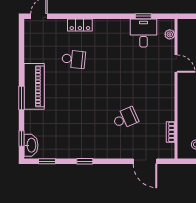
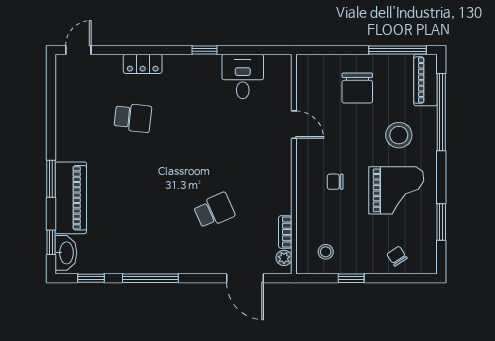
window: (143, 16) -> (205, 50), moved
plant: (170, 34) -> (284, 258), moved
piano: (34, 86) -> (71, 198), moved
window: (85, 161) -> (150, 278), width x2.17

